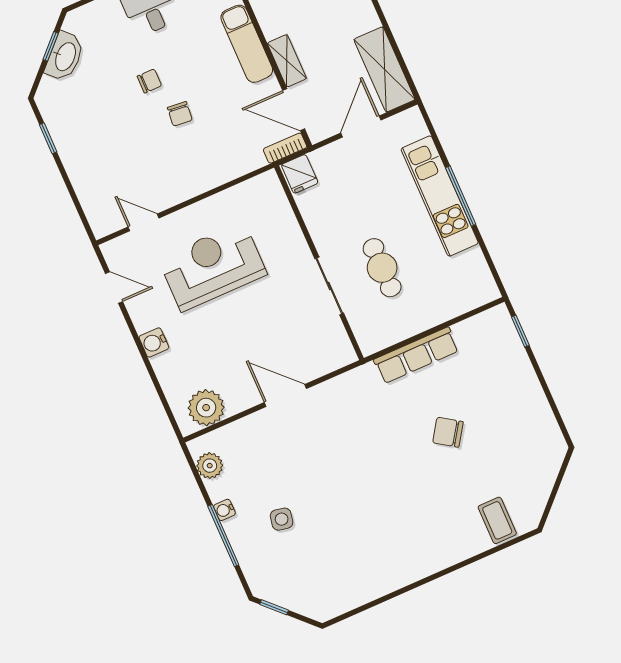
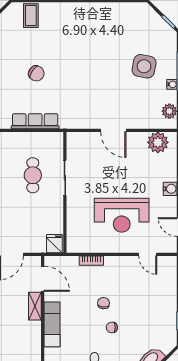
bookcase: (285, 148) -> (91, 261), moved
side table: (282, 519) -> (144, 66), width x1.87, depth x1.87

